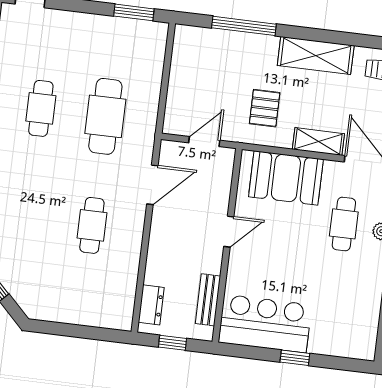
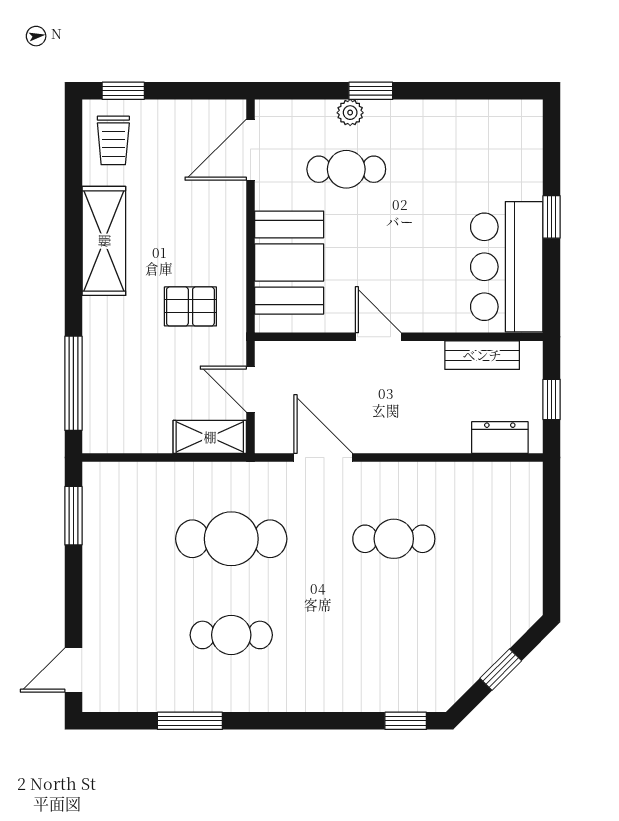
window: (244, 26) -> (73, 383), moved
shelving: (318, 142) -> (210, 437), moved, turned 90

